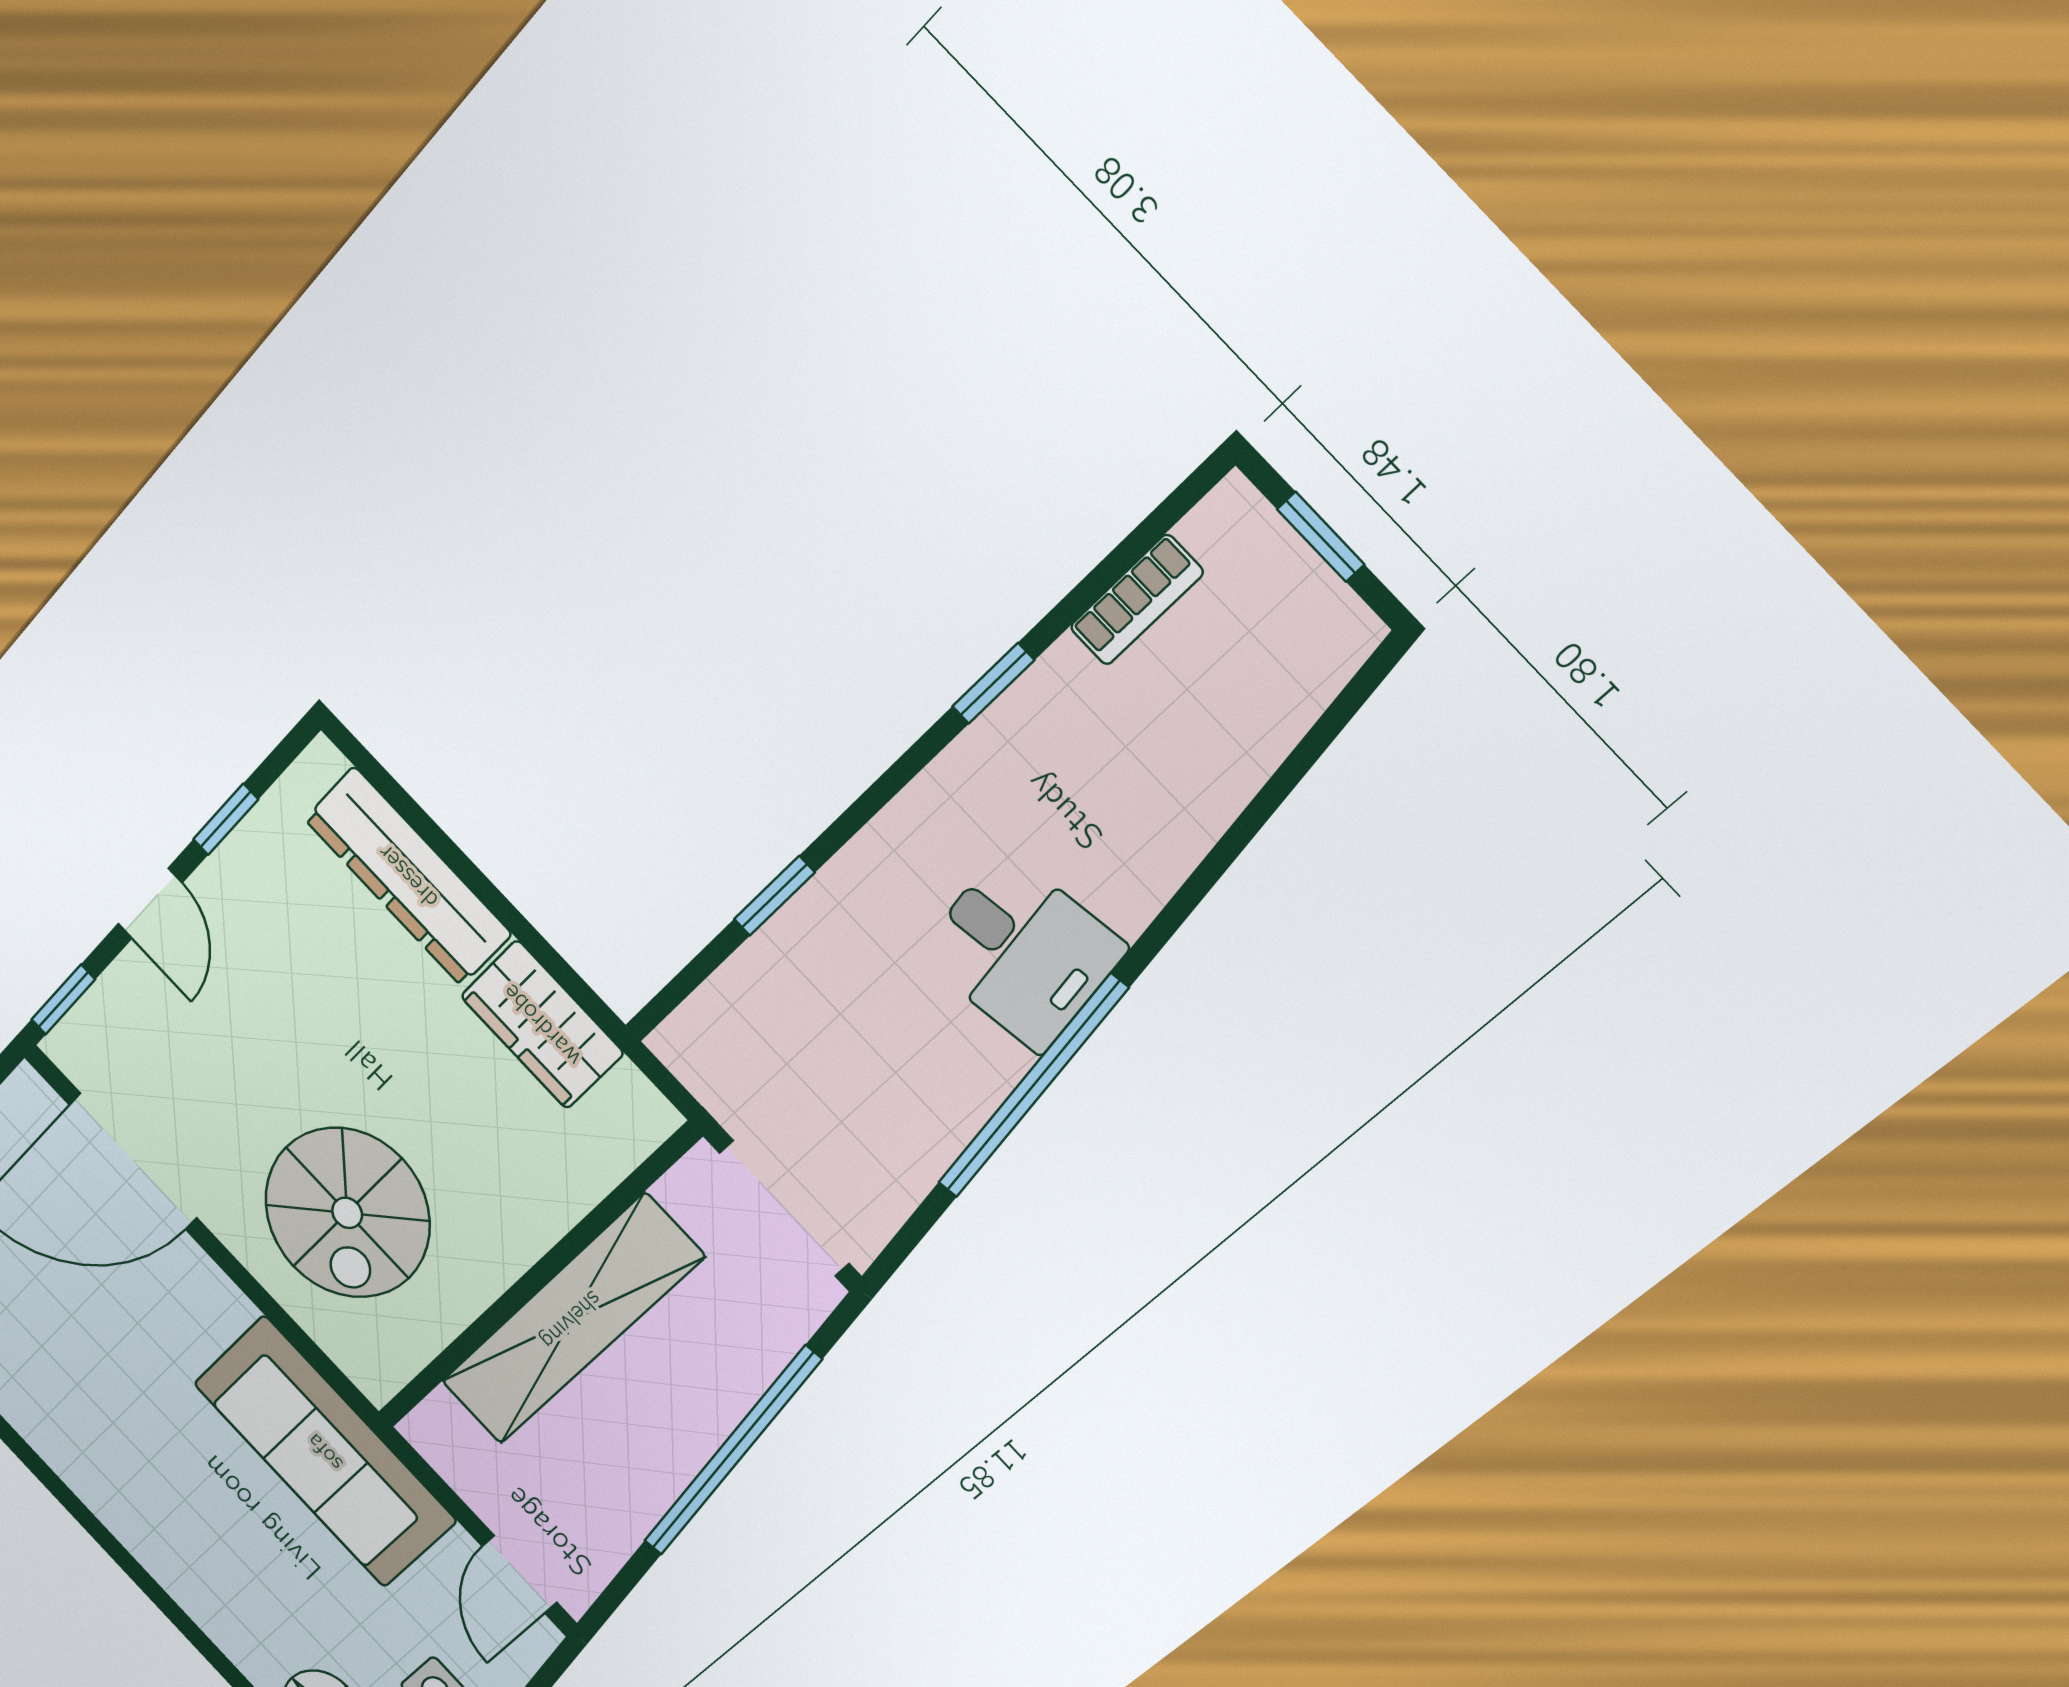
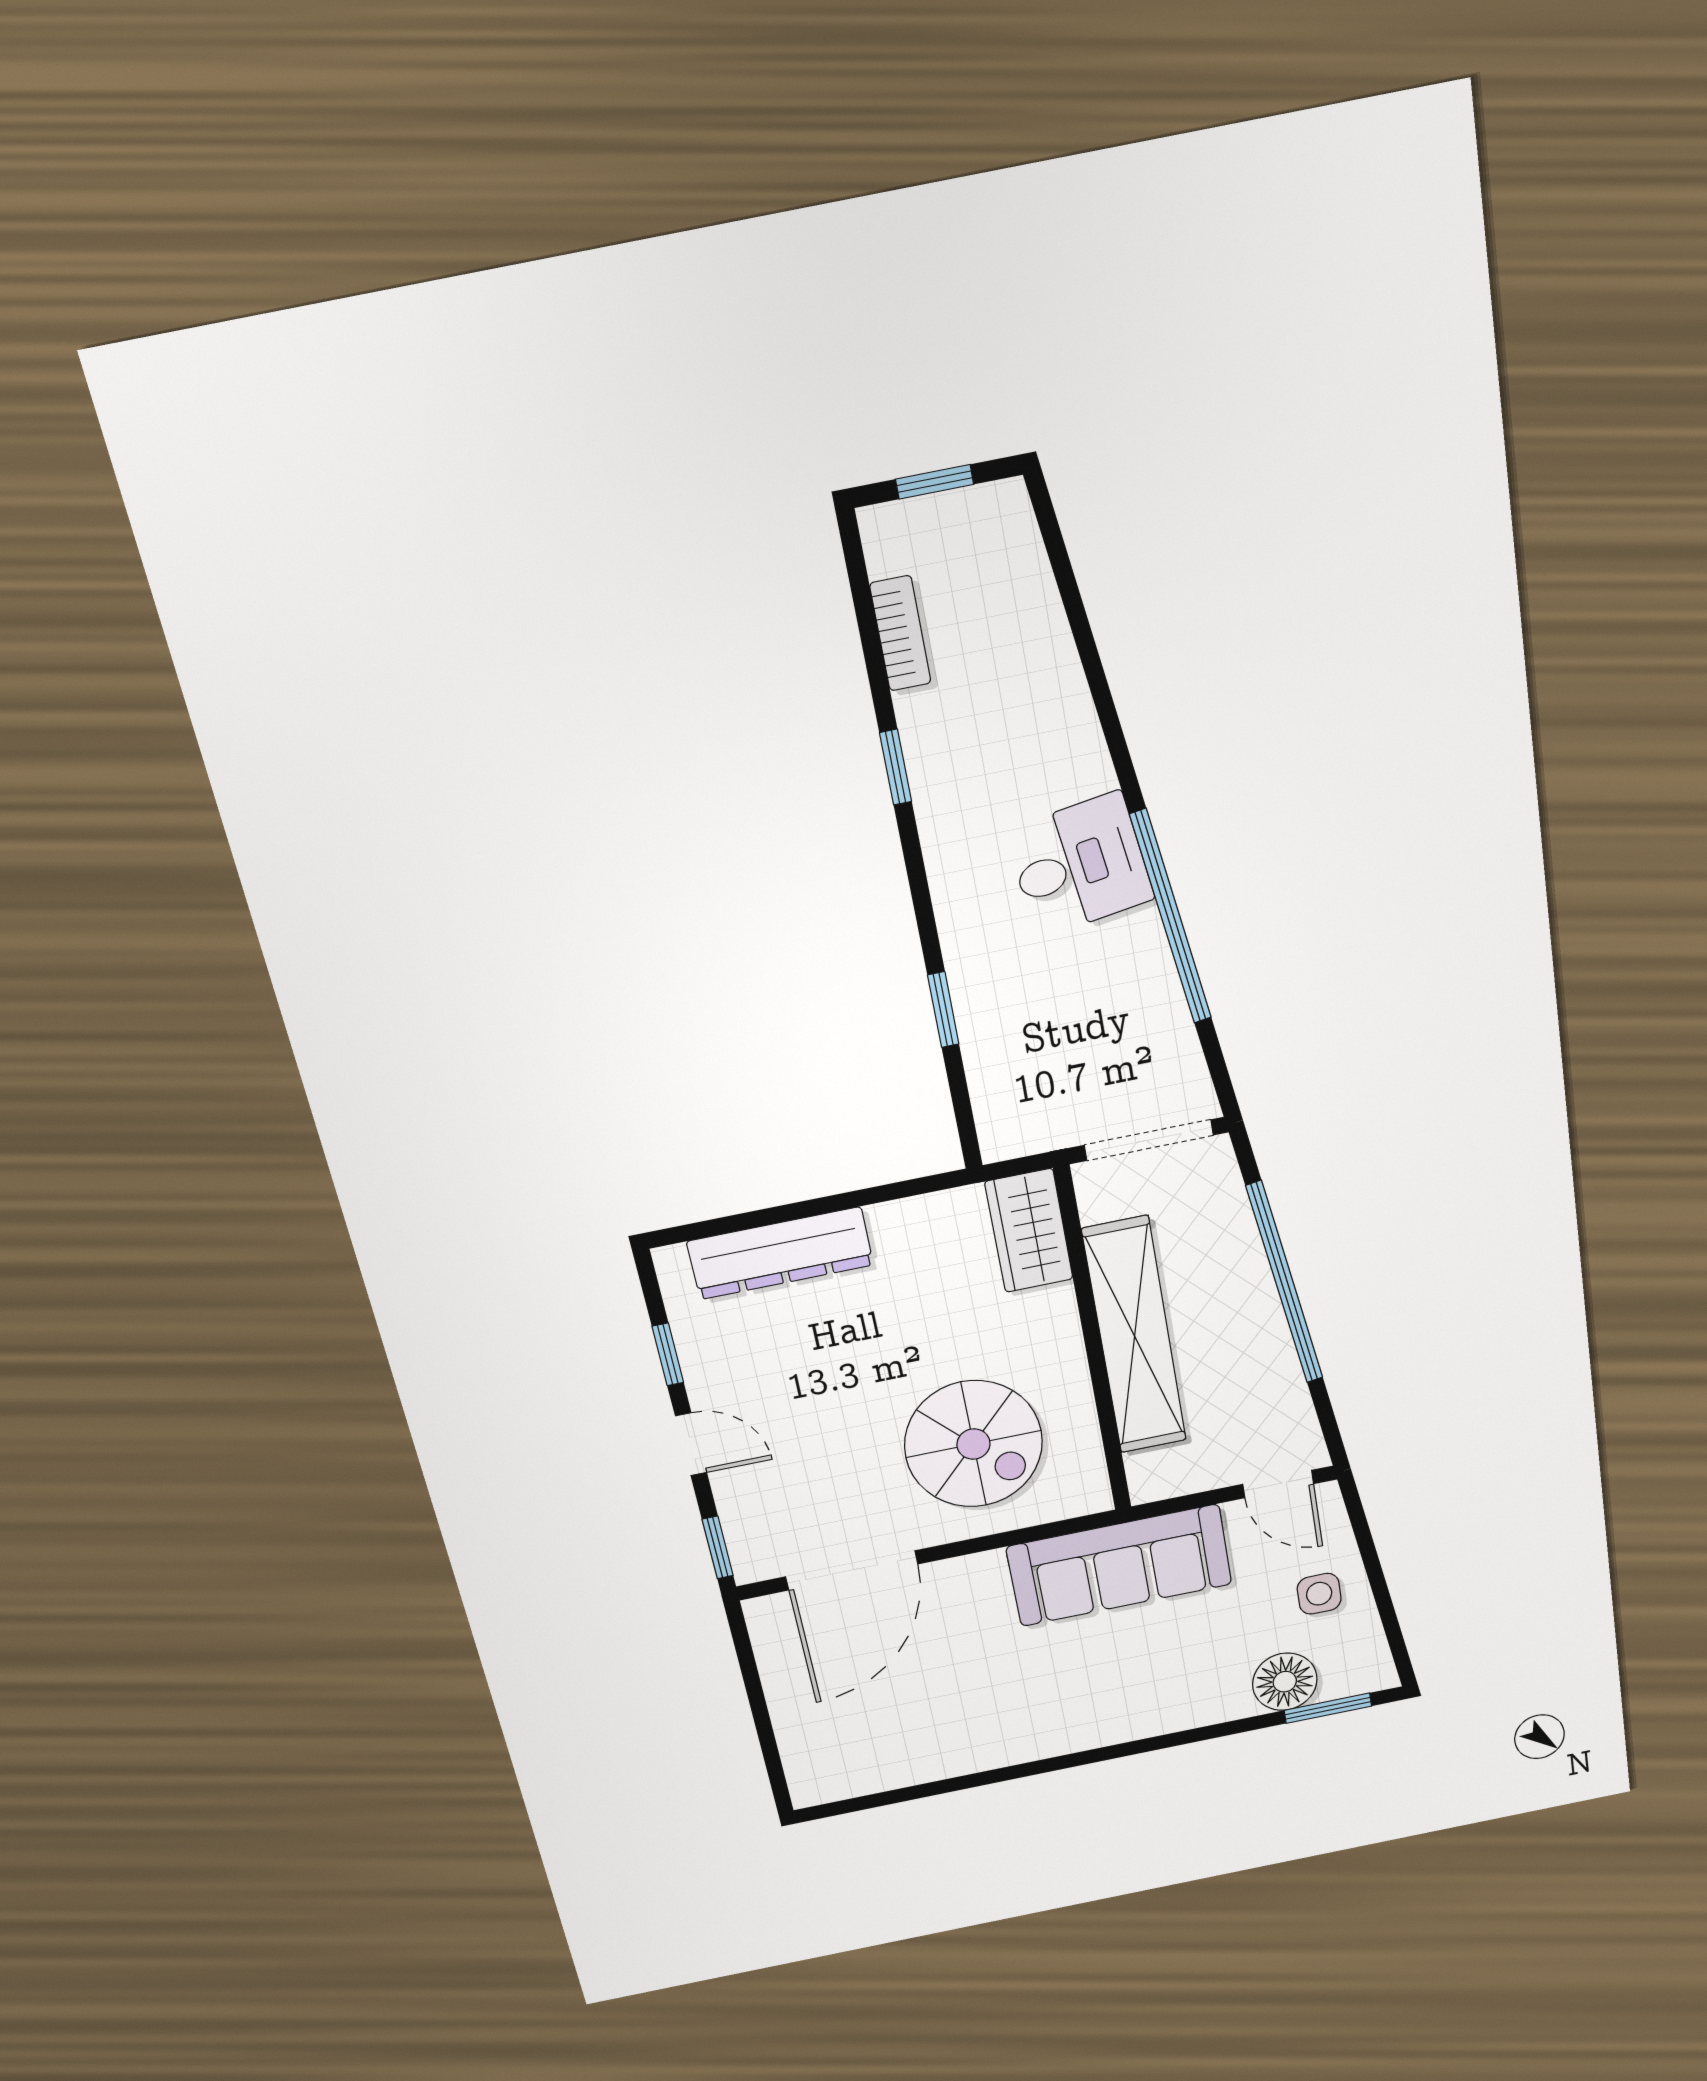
wardrobe: (542, 1025) -> (1029, 1231), moved, turned 90

